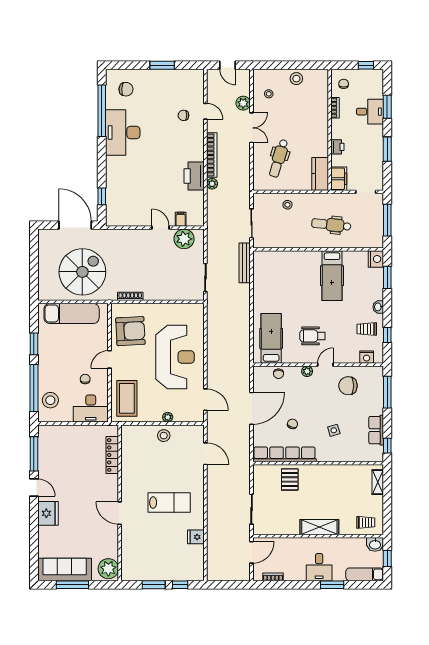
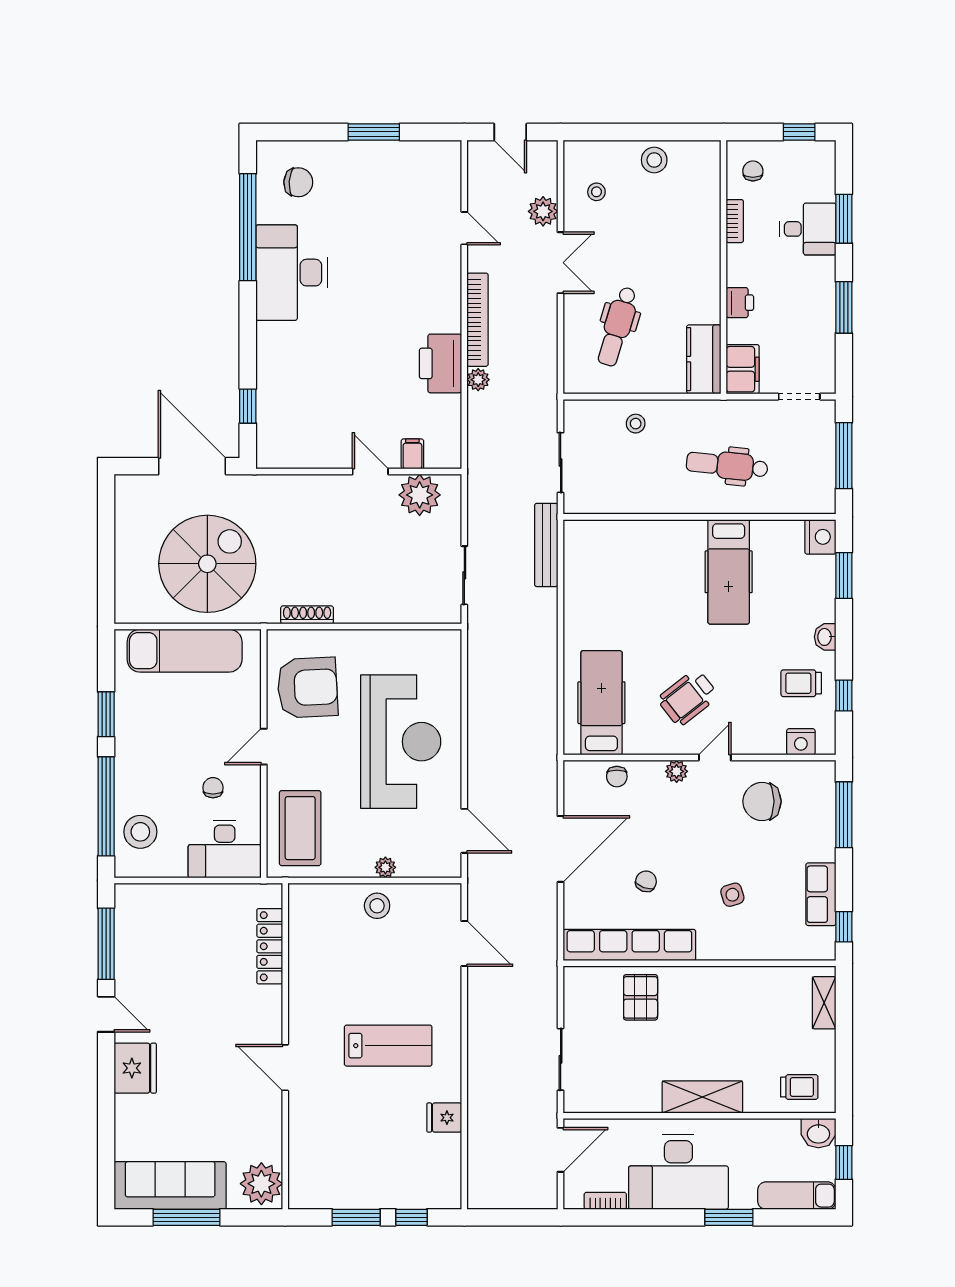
chair: (183, 115) -> (418, 237), removed
wheelchair: (313, 336) -> (688, 698), turned -38
desk: (319, 567) -> (678, 1172), width x1.87, depth x1.30

